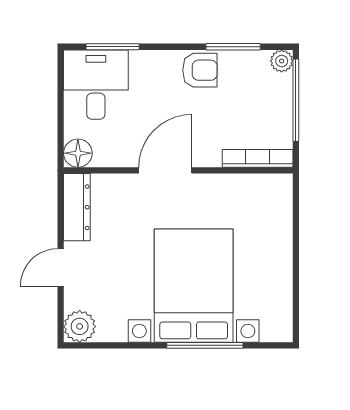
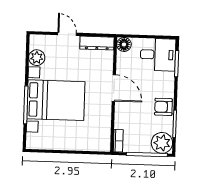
plant: (282, 61) -> (162, 143), width x1.88, depth x1.88
armchair: (200, 70) -> (163, 107), turned 90
bookcase: (258, 158) -> (118, 141), width x0.64
plant: (80, 326) -> (37, 58), moved

